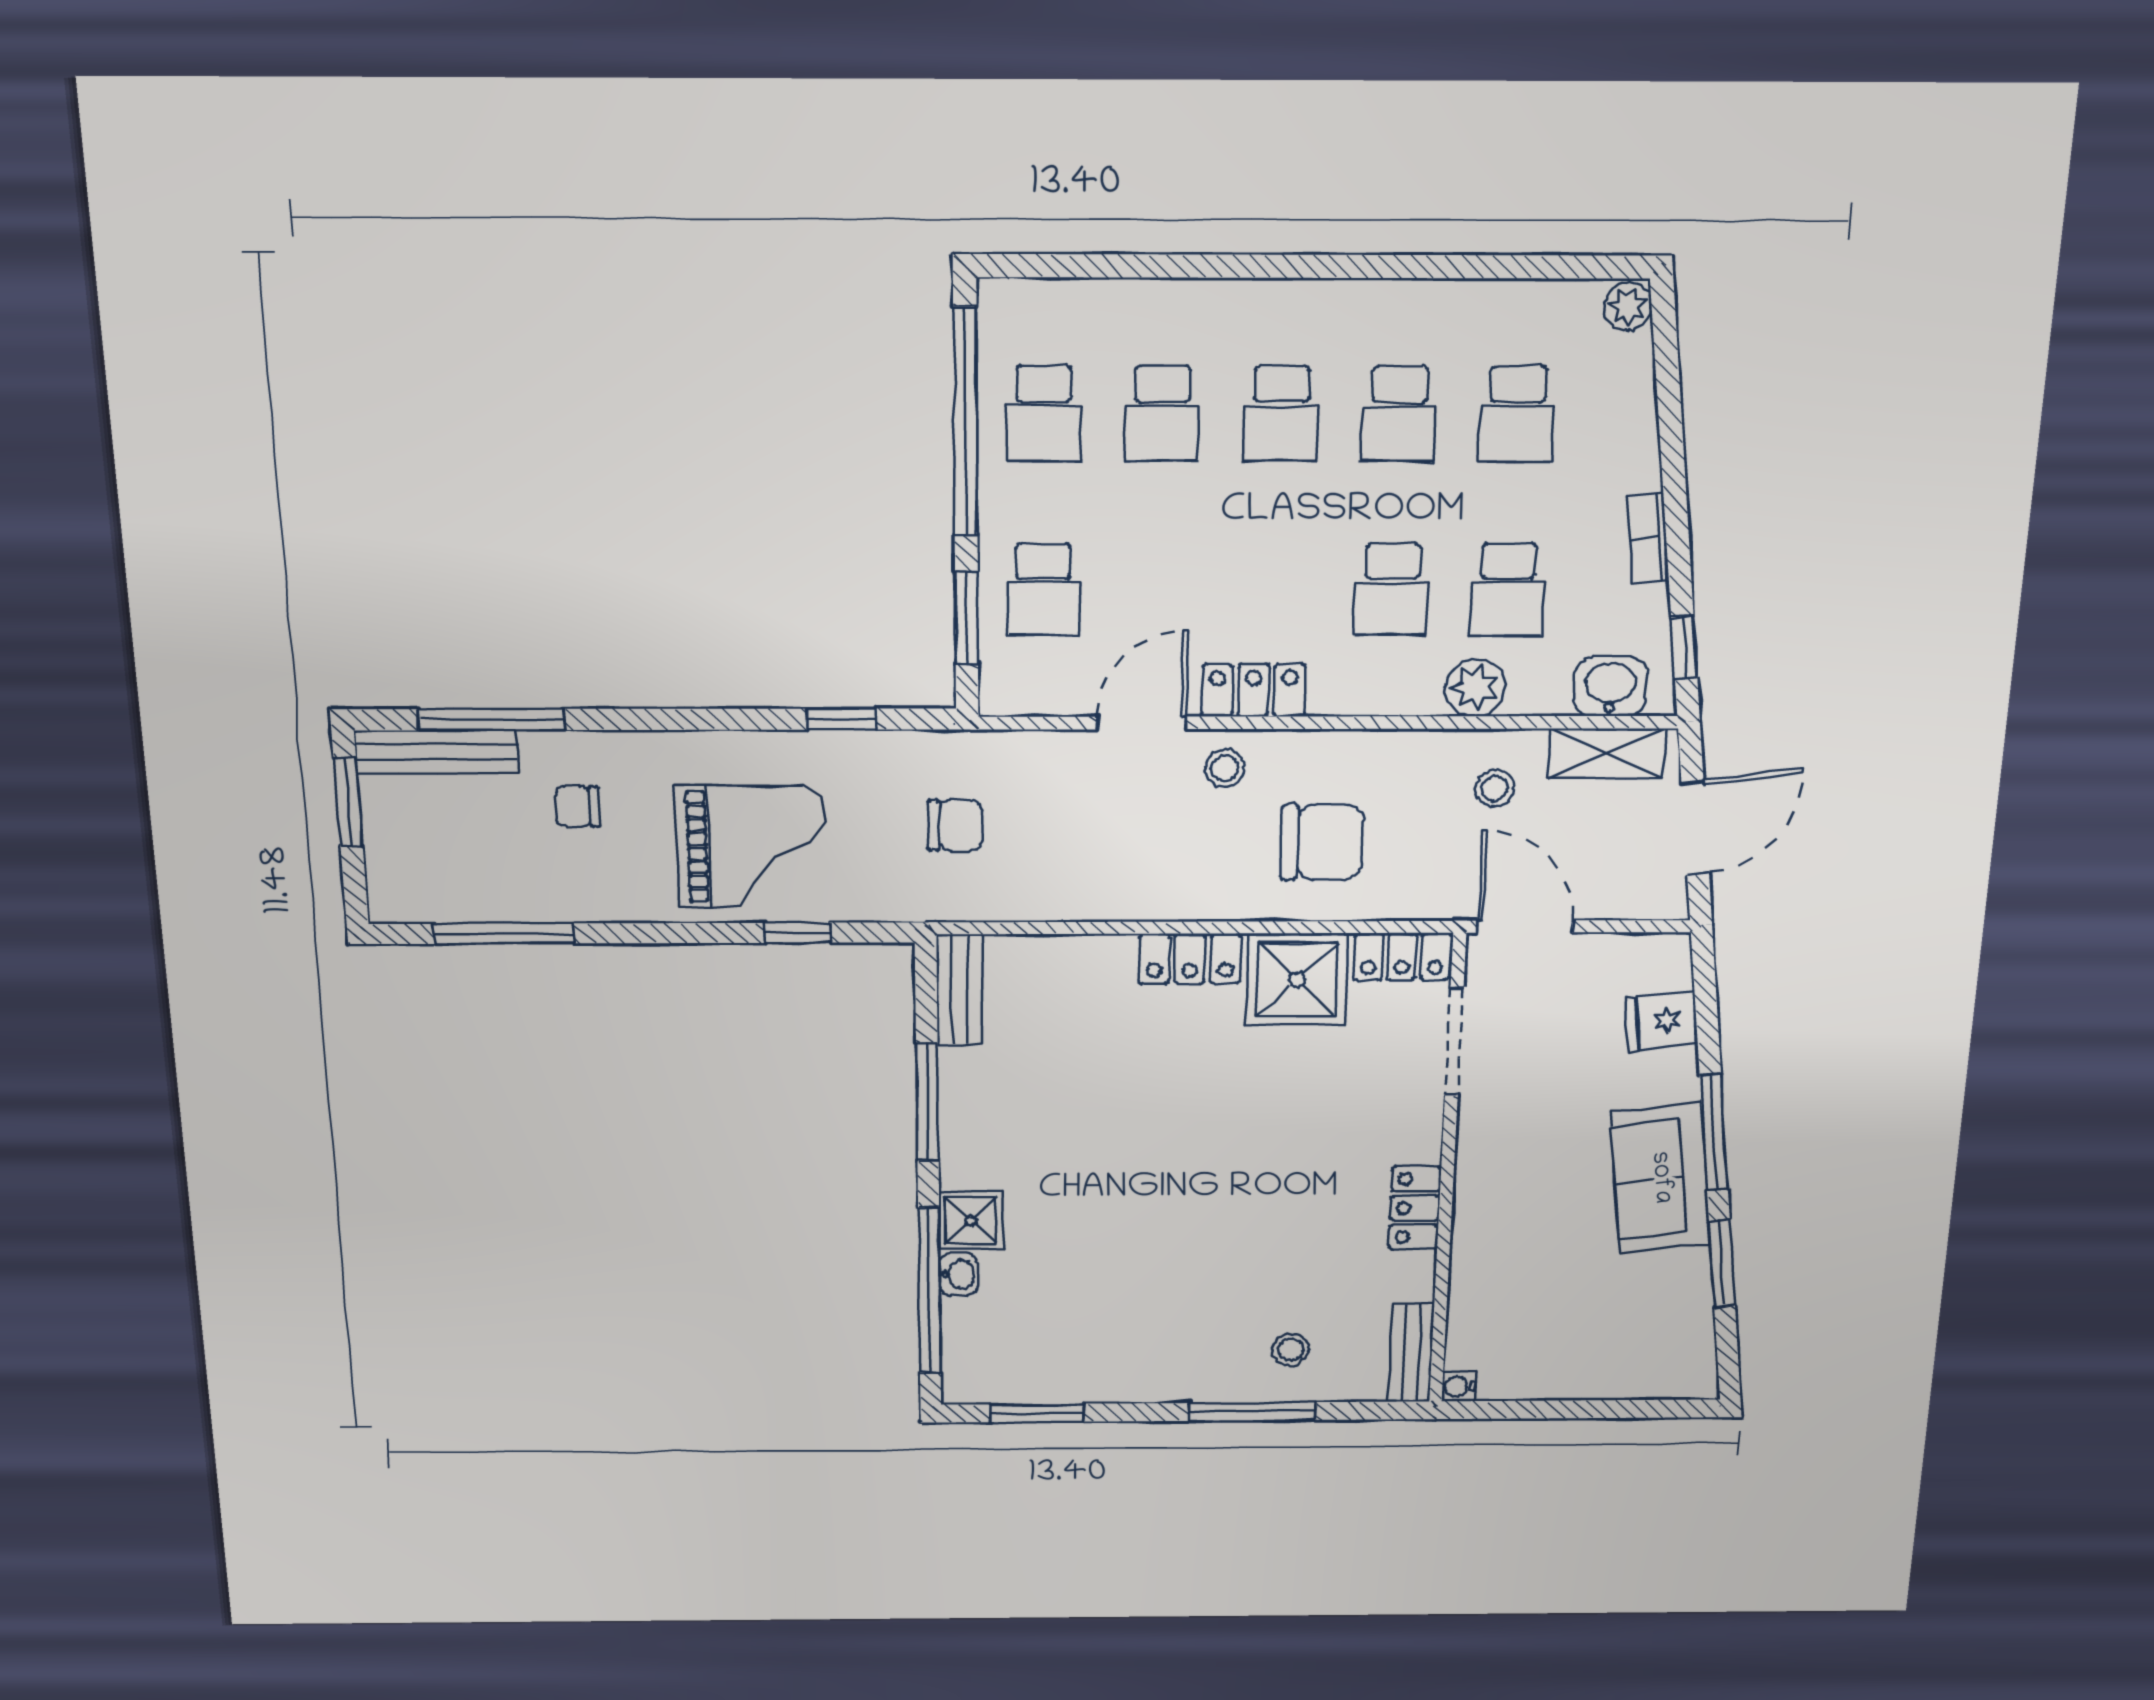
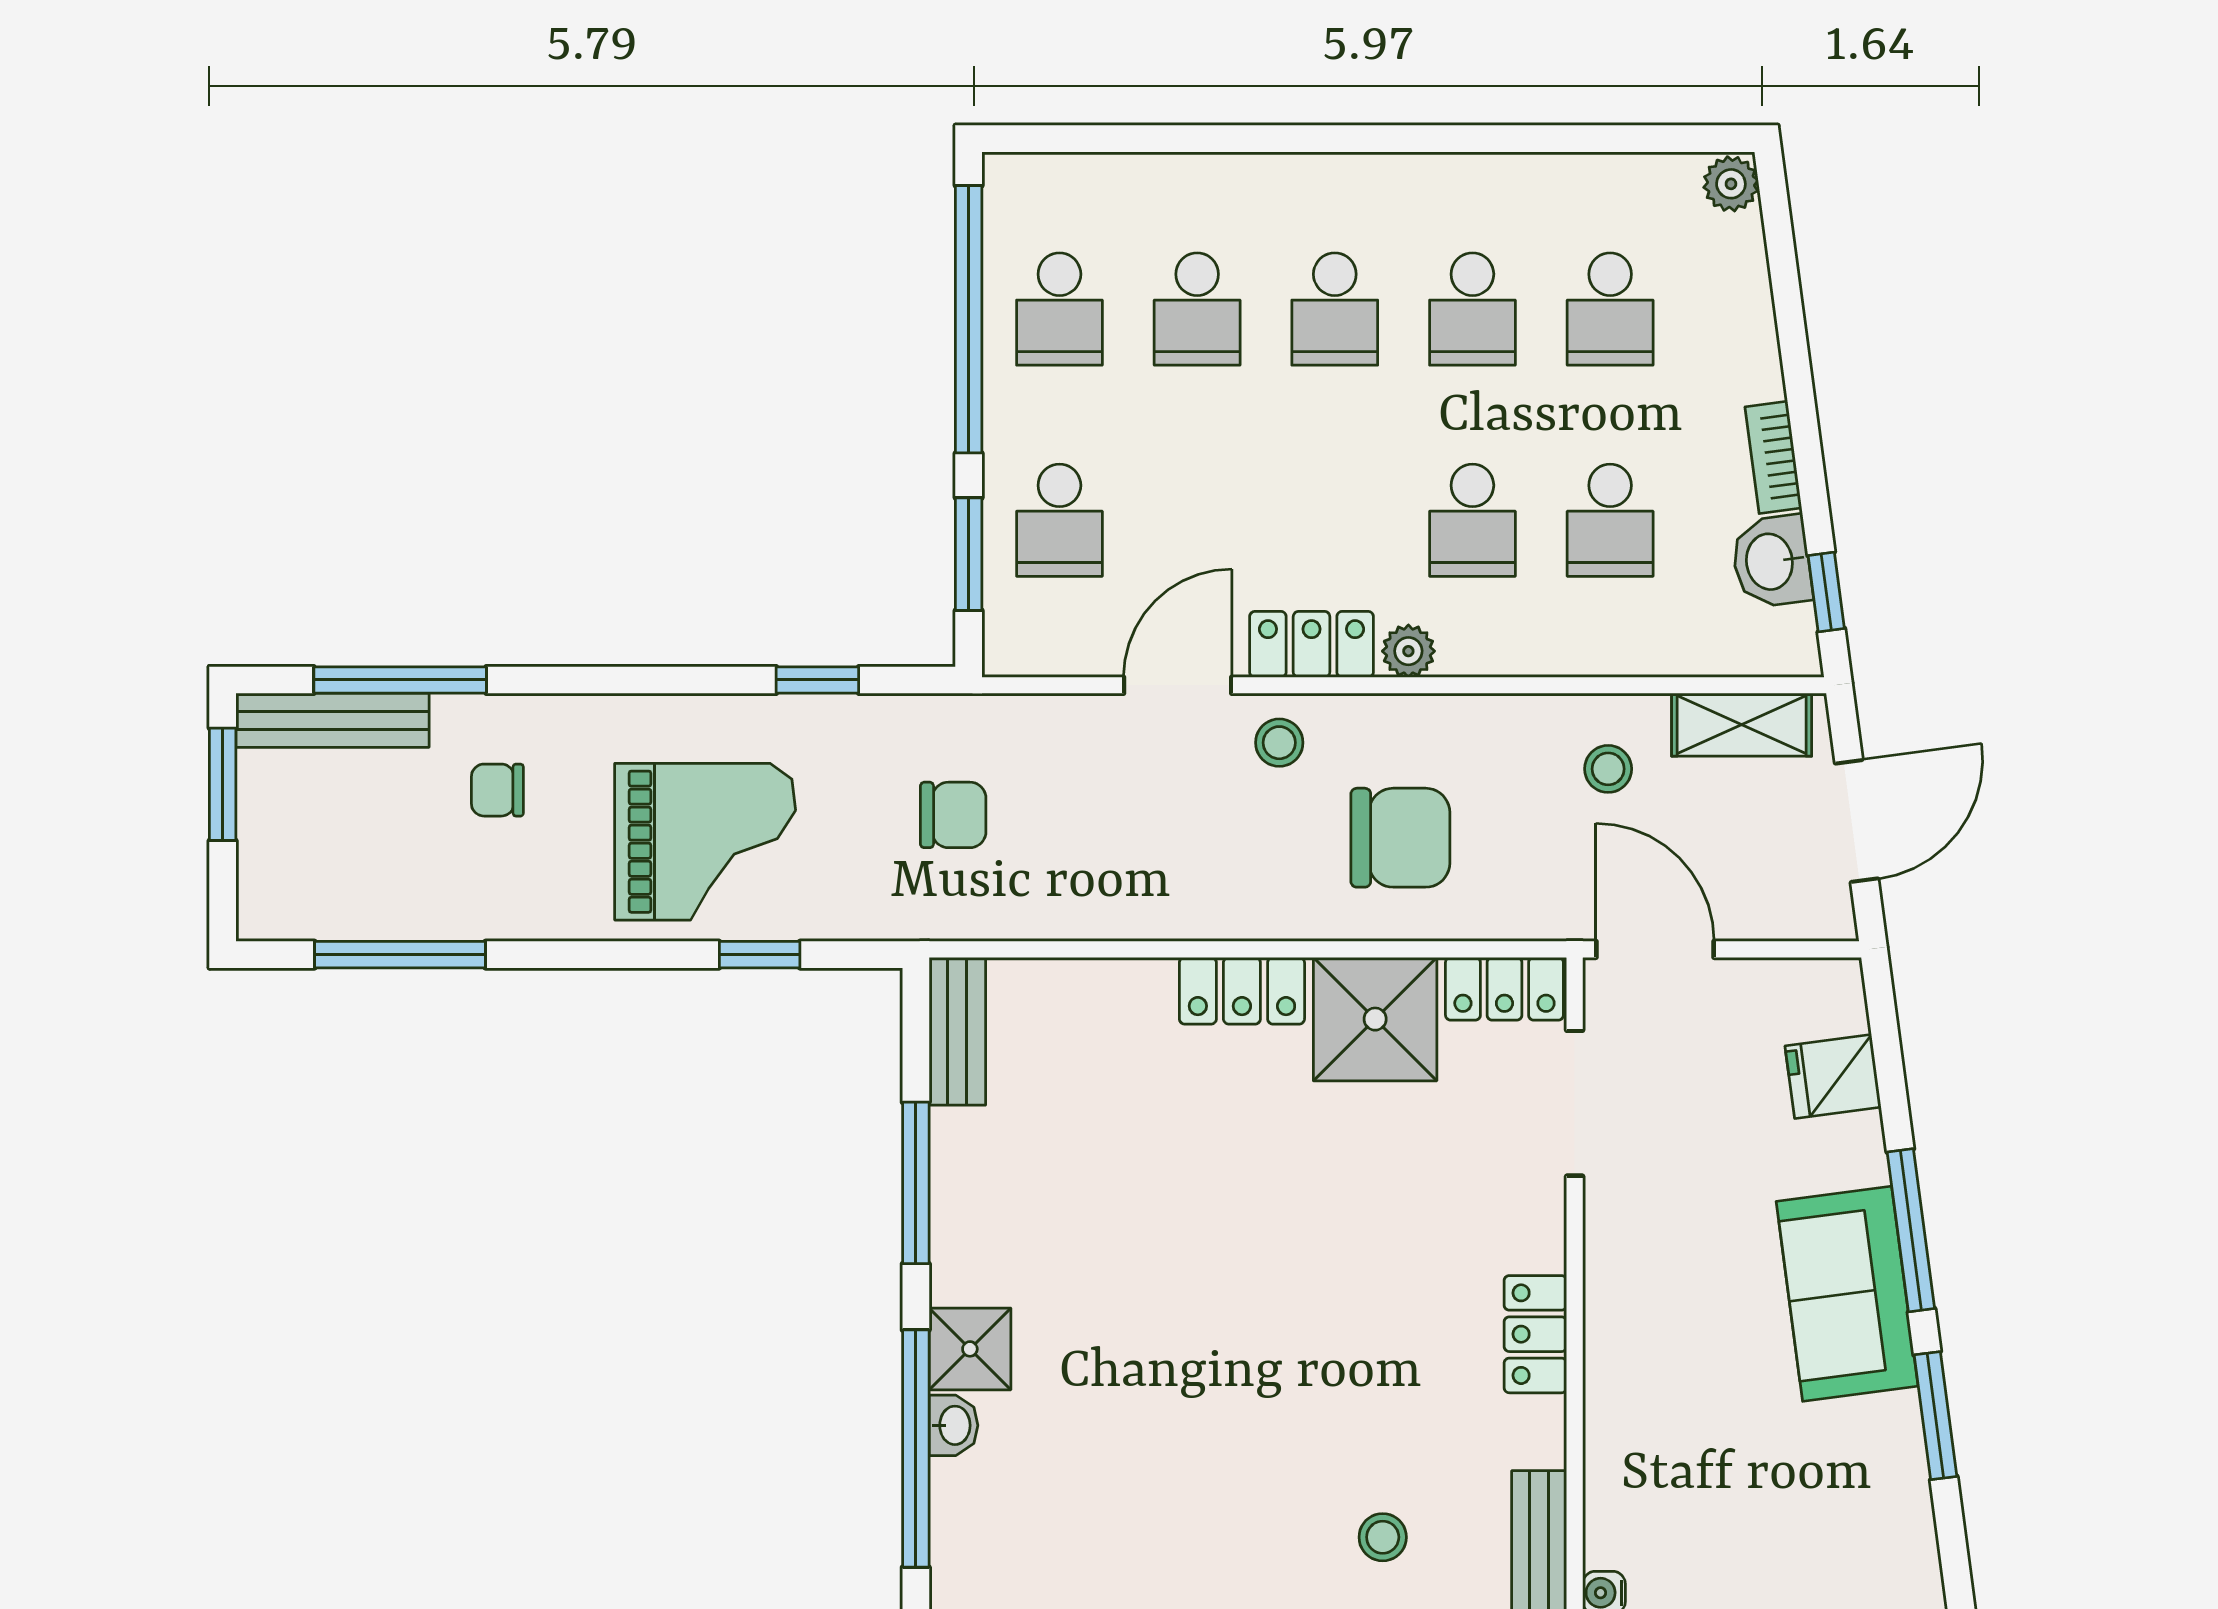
plant: (1475, 687) -> (1408, 651), moved, width x0.73, depth x0.73
washbasin: (1611, 687) -> (1772, 561), moved, turned -98

